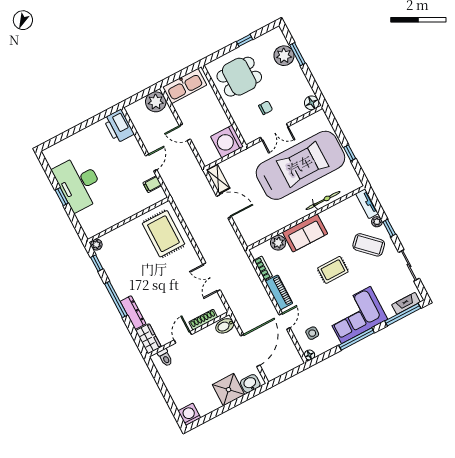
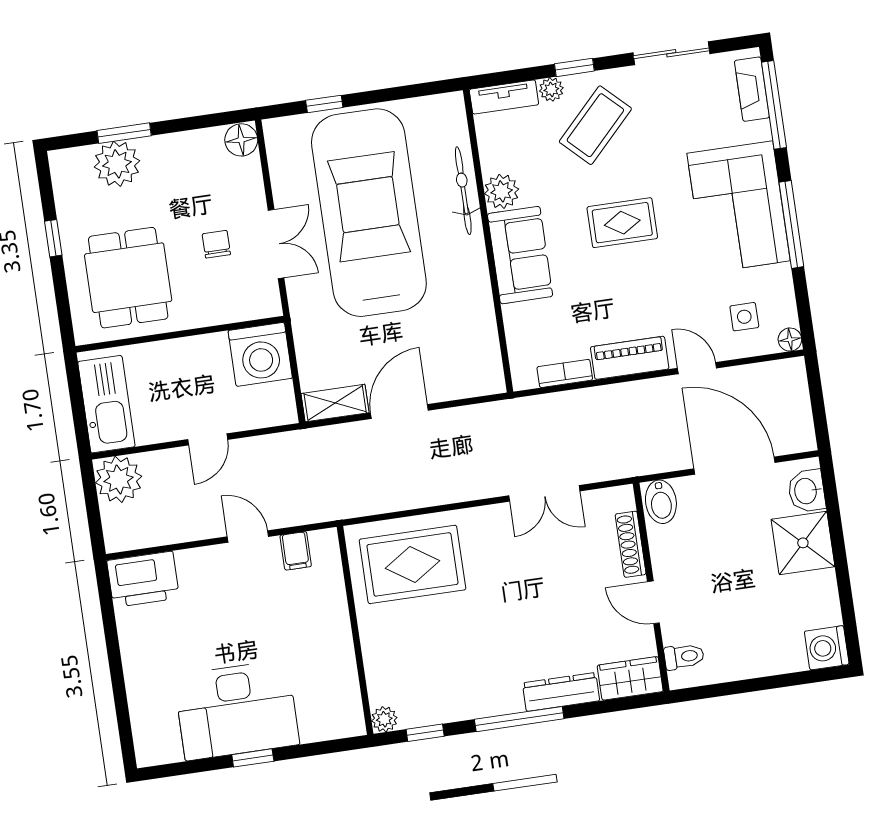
window: (350, 153) -> (324, 104), moved
plant: (278, 243) -> (502, 191), moved
rug: (333, 270) -> (622, 223), turned 90

